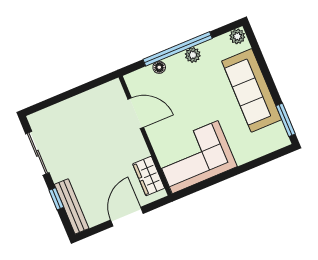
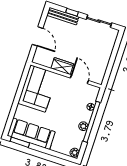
sofa: (252, 90) -> (31, 134), moved
door: (136, 113) -> (79, 79), swing flipped
wardrobe: (149, 176) -> (62, 66), moved

